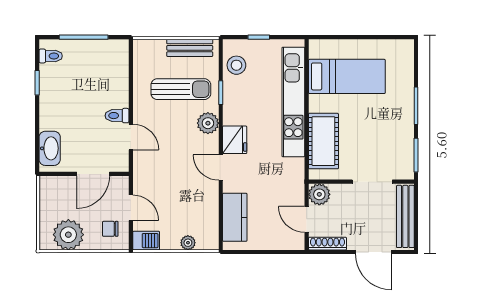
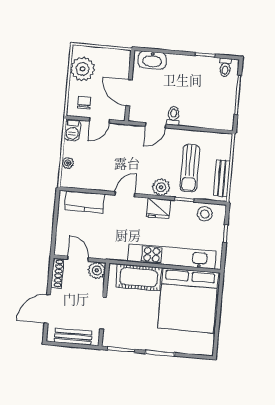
bed: (347, 76) -> (188, 300), width x2.04
fridge: (235, 140) -> (158, 208), moved
bench: (405, 216) -> (73, 337), width x0.73
door: (307, 219) -> (78, 259), hinge flipped

